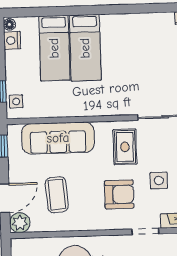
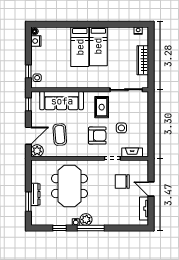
bed: (54, 48) -> (98, 46), moved

